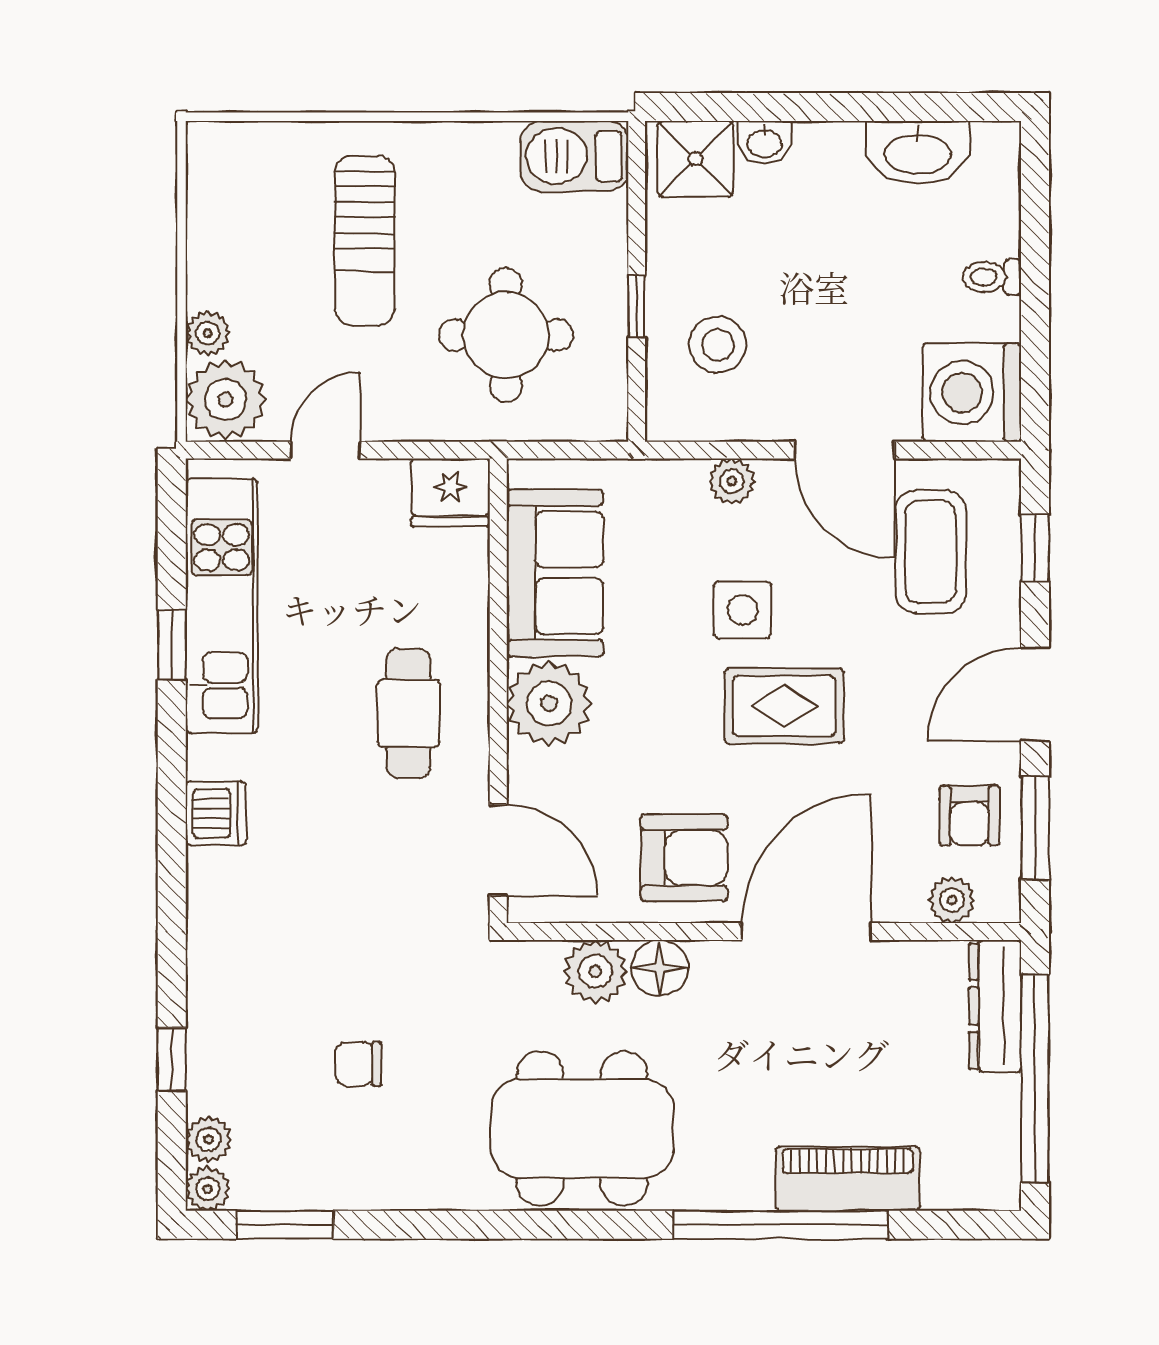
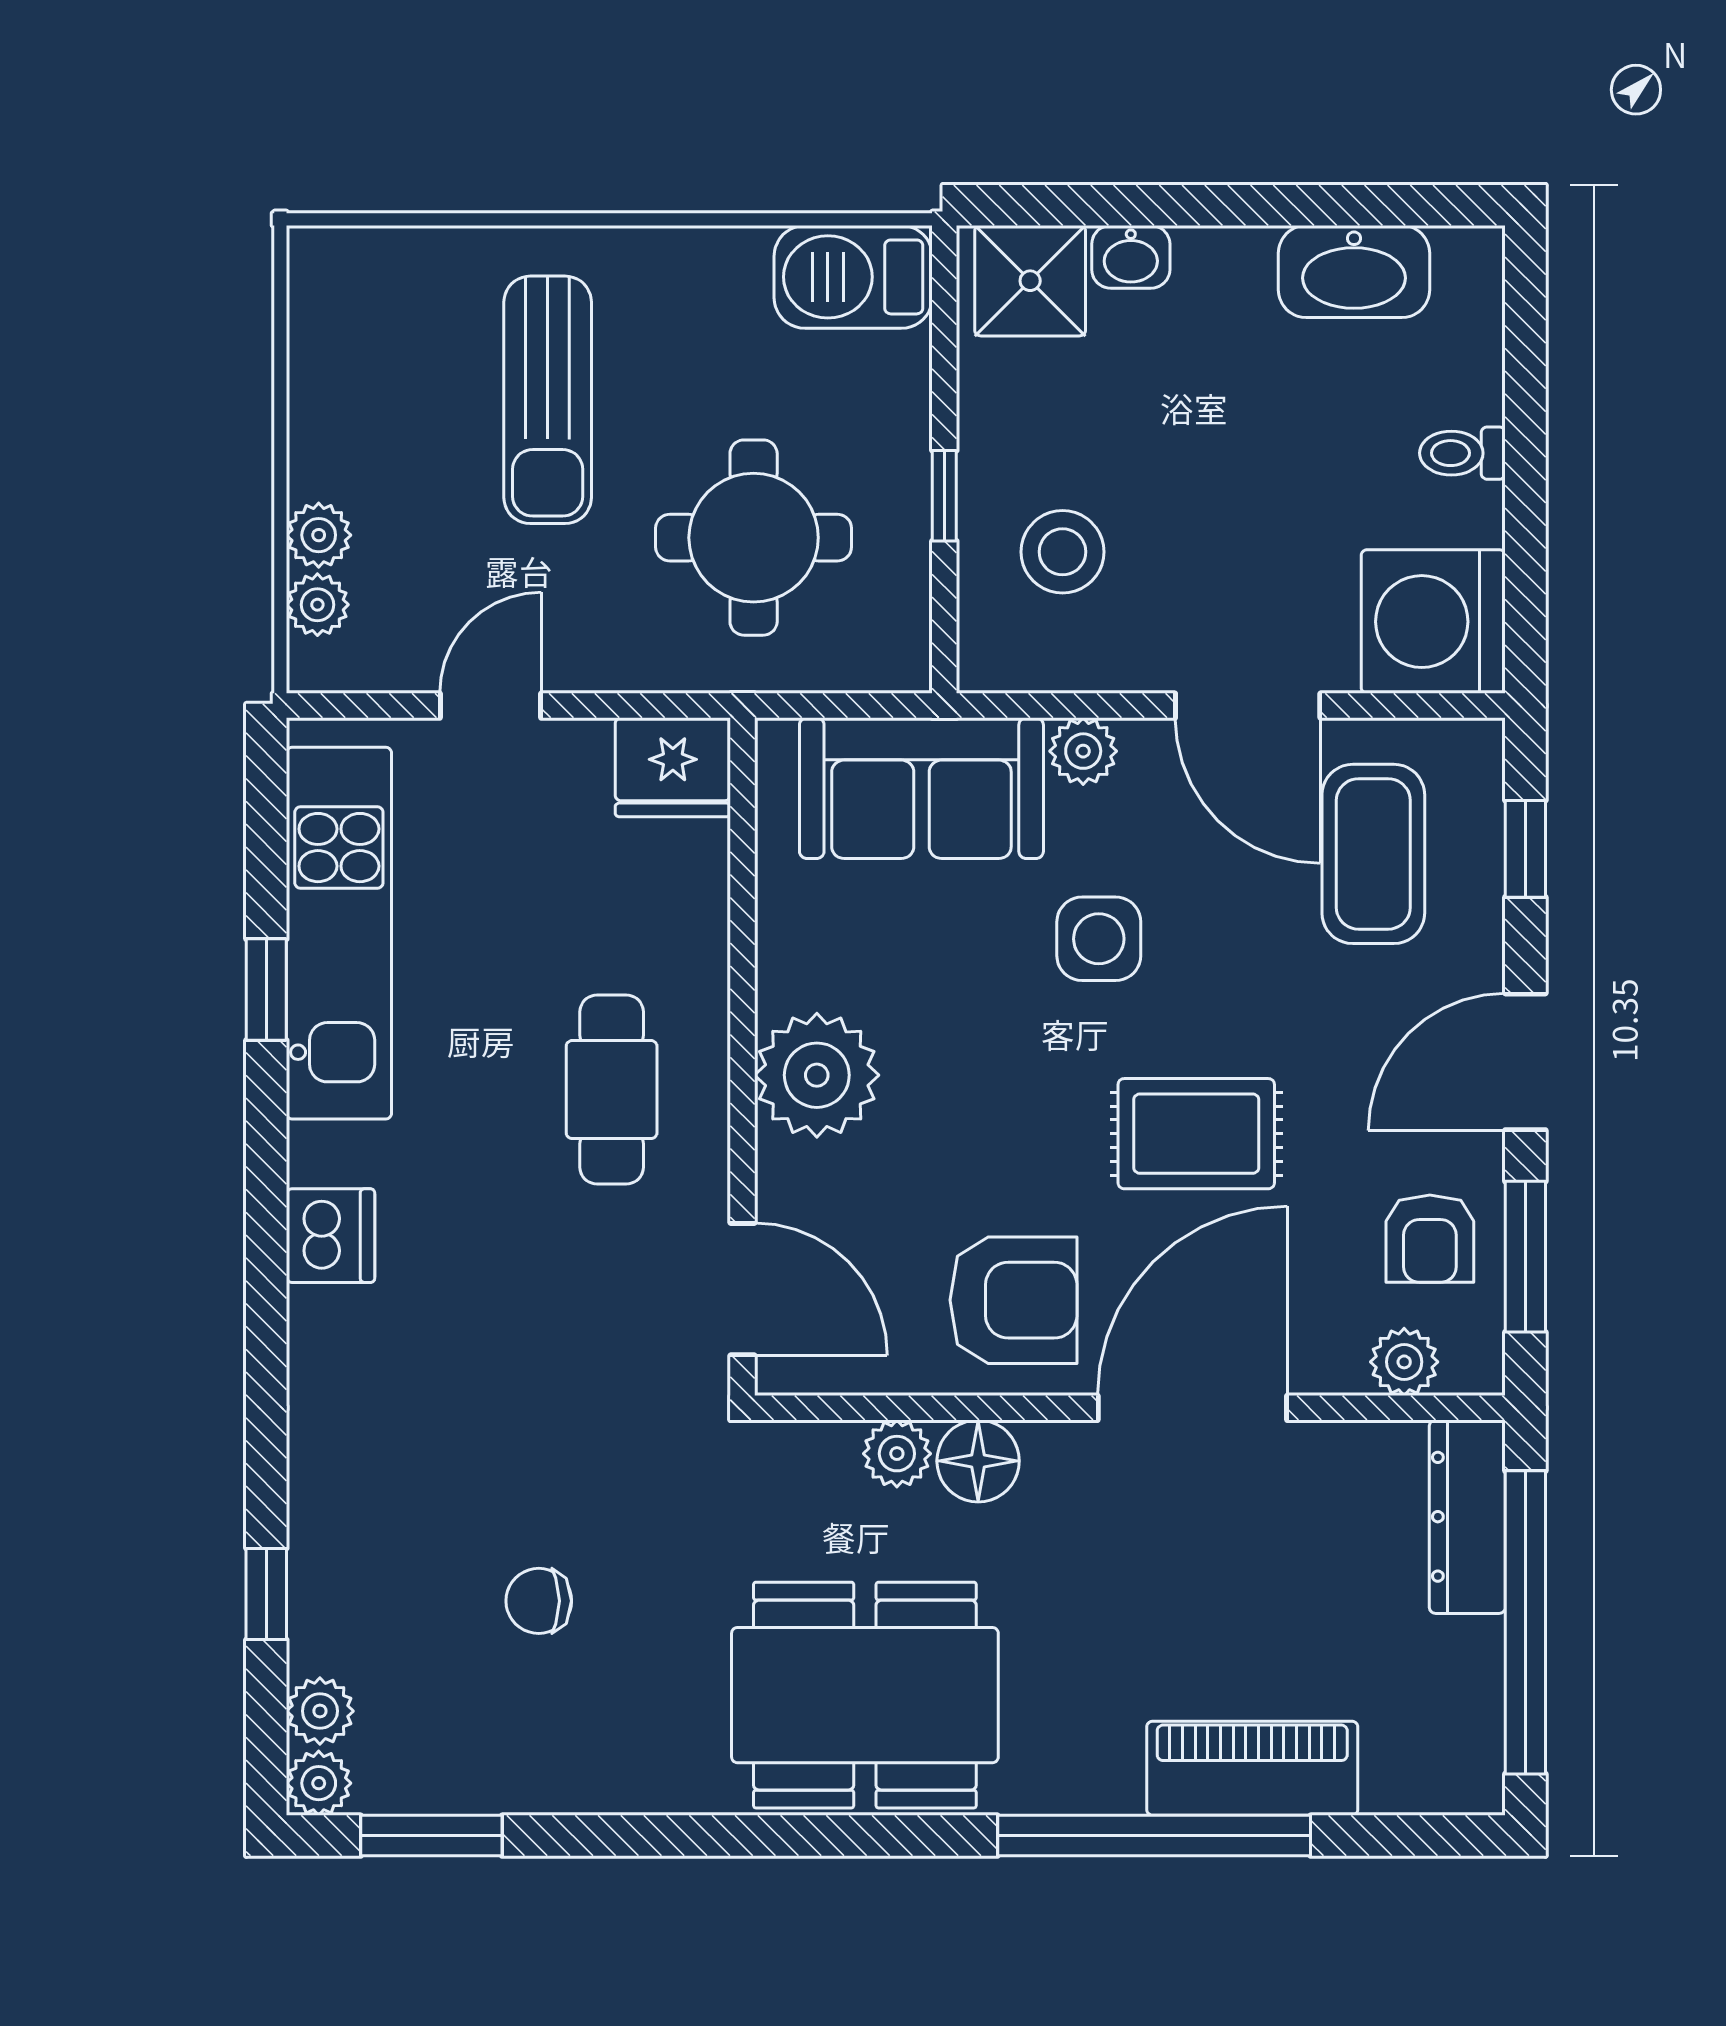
plant: (225, 400) -> (317, 605), width x0.53, depth x0.53
sofa: (555, 573) -> (921, 788), moved, turned 90
rug: (784, 706) -> (1196, 1134), moved
plant: (595, 971) -> (897, 1454), width x0.73, depth x0.73

